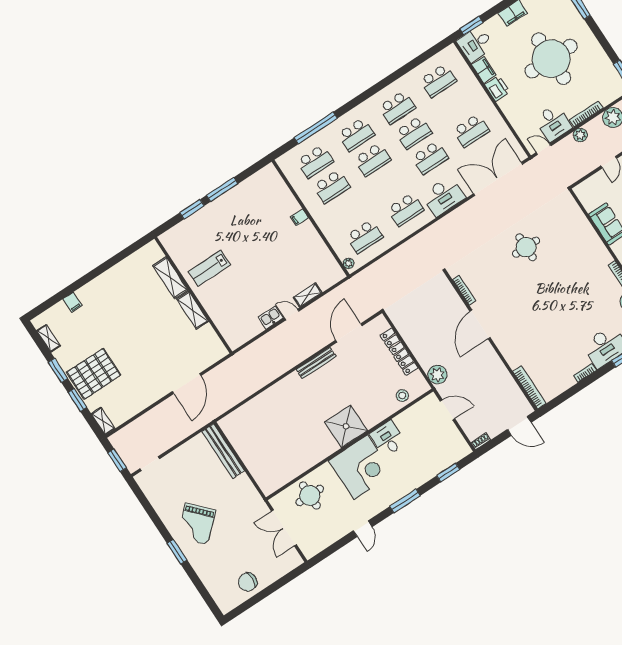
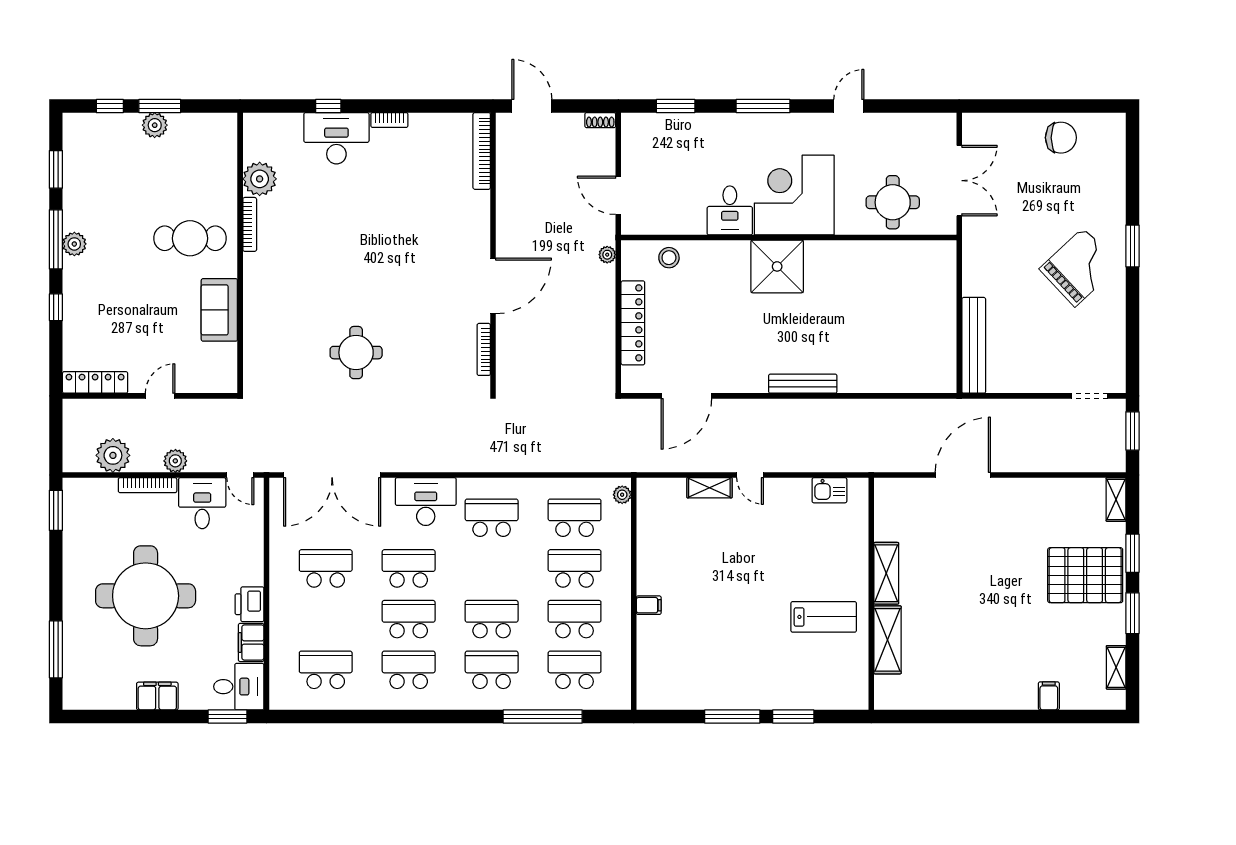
school desk: (348, 211) -> (575, 568), added
kitchen sink: (271, 318) -> (829, 490), moved
bench: (316, 363) -> (803, 384), moved
plant: (437, 375) -> (607, 255), width x0.53, depth x0.53

